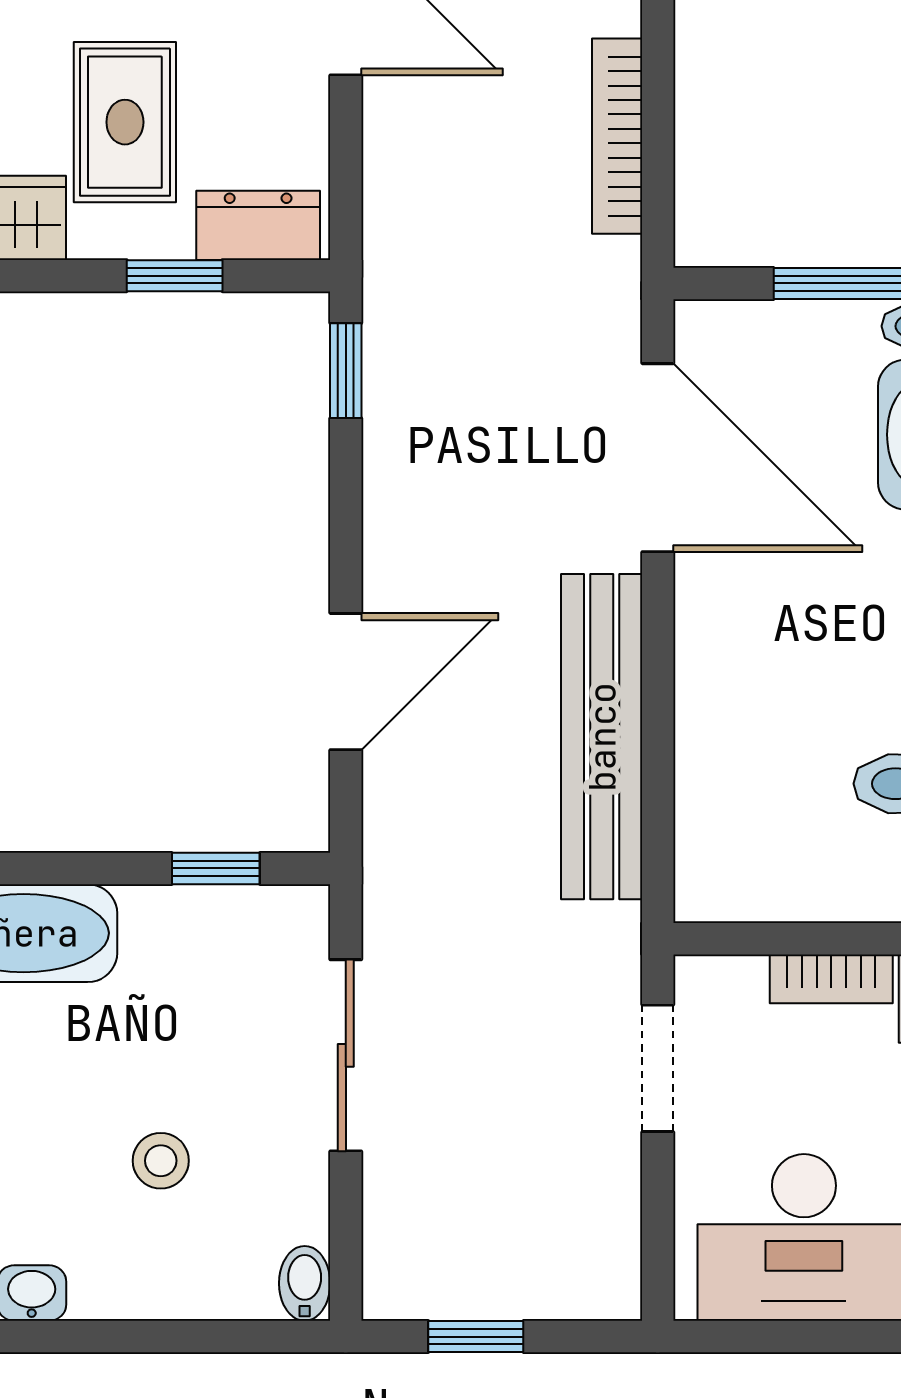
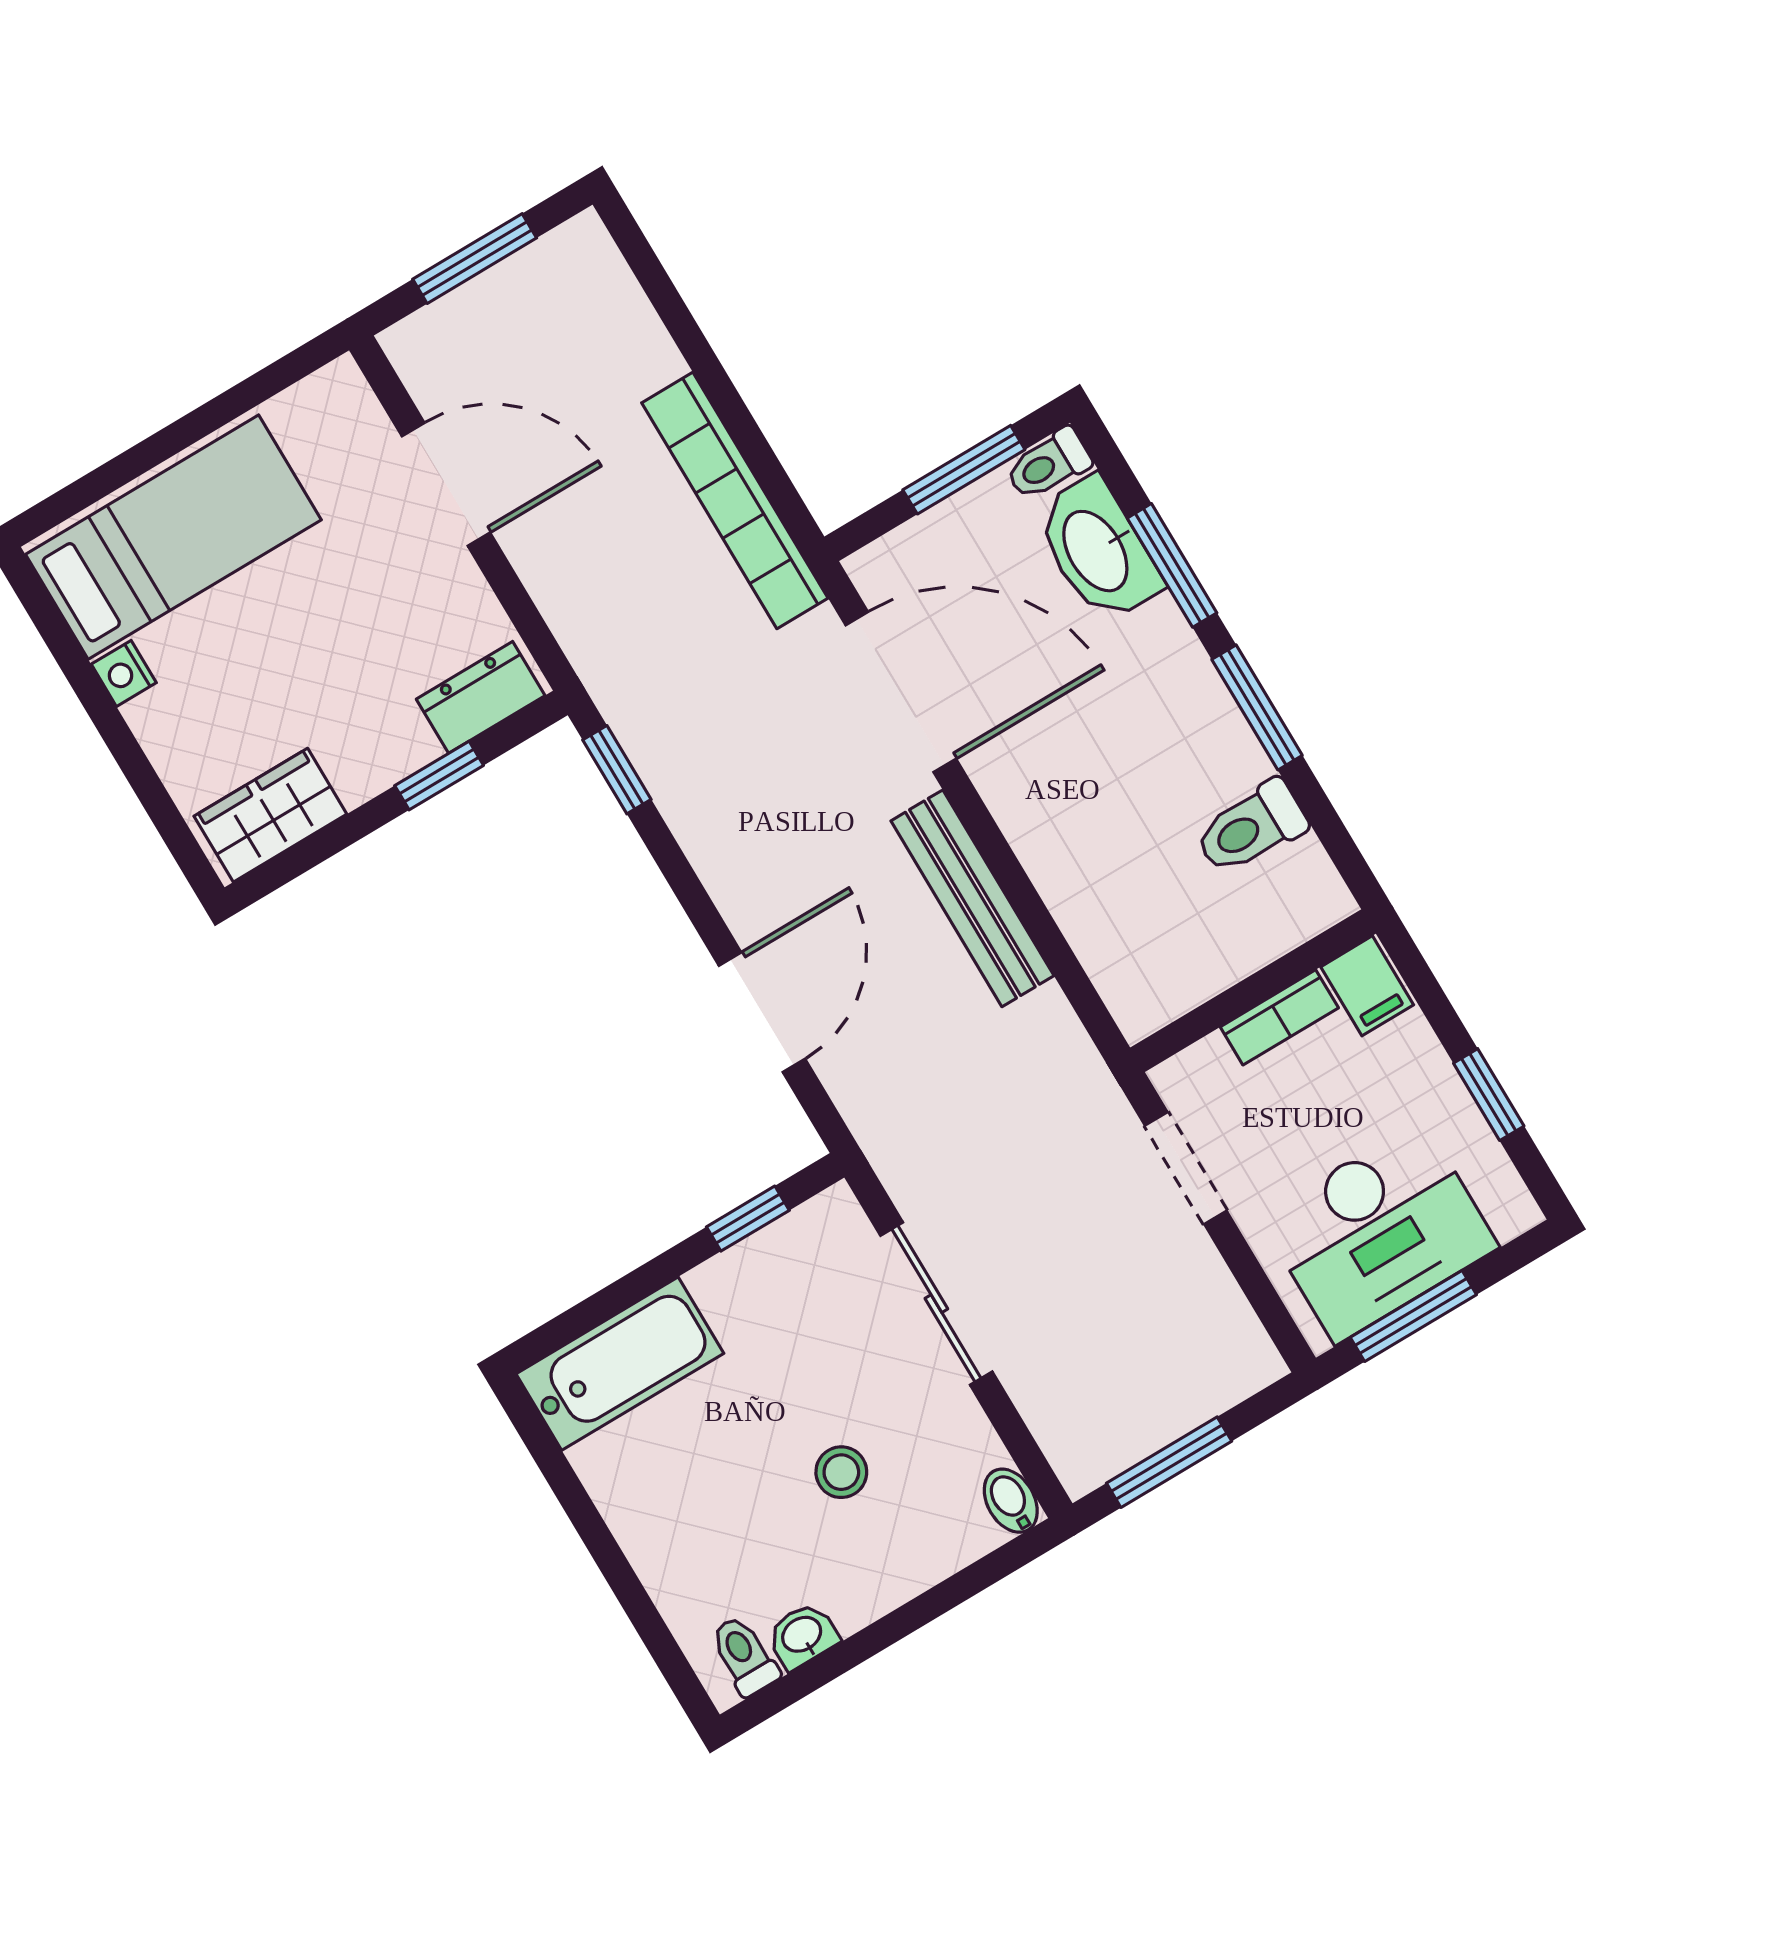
rug: (125, 122) -> (329, 679), removed
bookcase: (617, 136) -> (735, 500), width x1.48, depth x1.31
bench: (602, 737) -> (972, 898), width x0.73, depth x0.82
window: (476, 1337) -> (1169, 1462), width x1.50
window: (789, 1337) -> (1413, 1316), added

